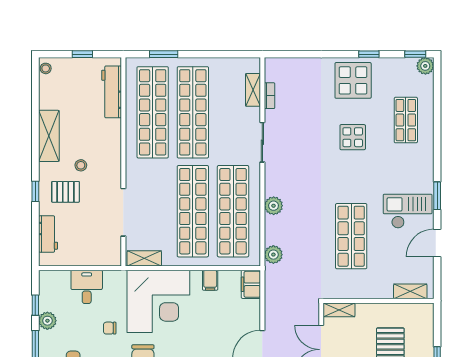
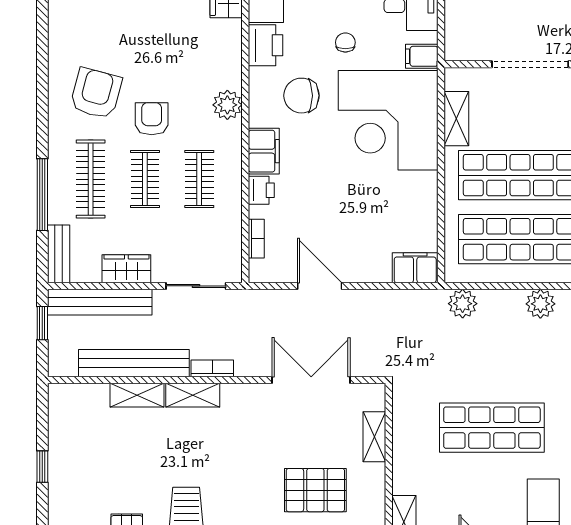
shelving: (144, 258) -> (456, 119), moved
filing cabinet: (210, 280) -> (422, 56), moved
shelving: (339, 310) -> (374, 437), moved

